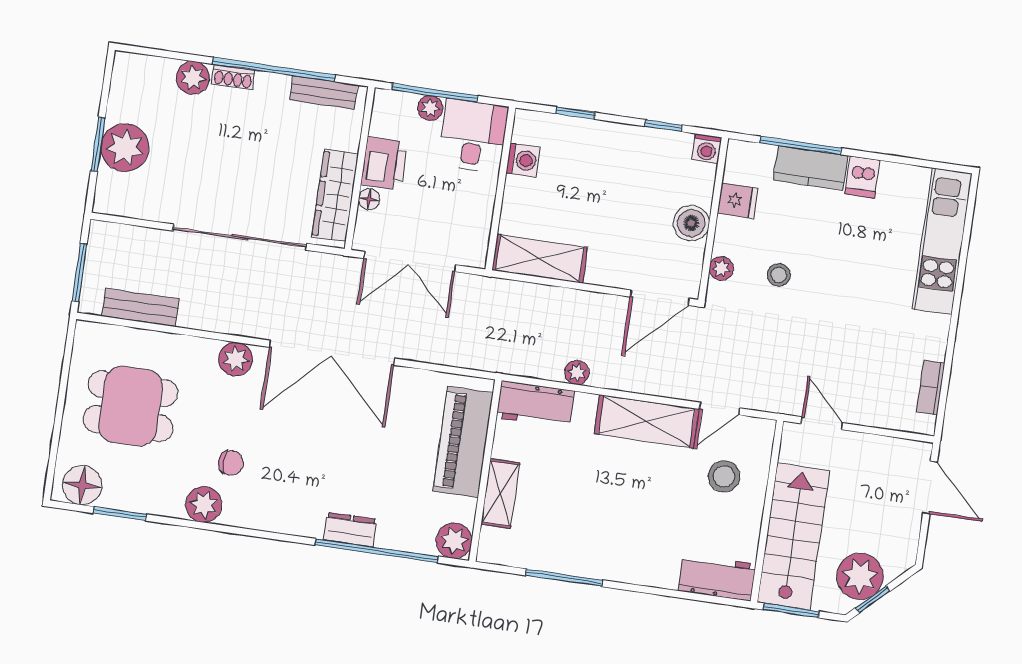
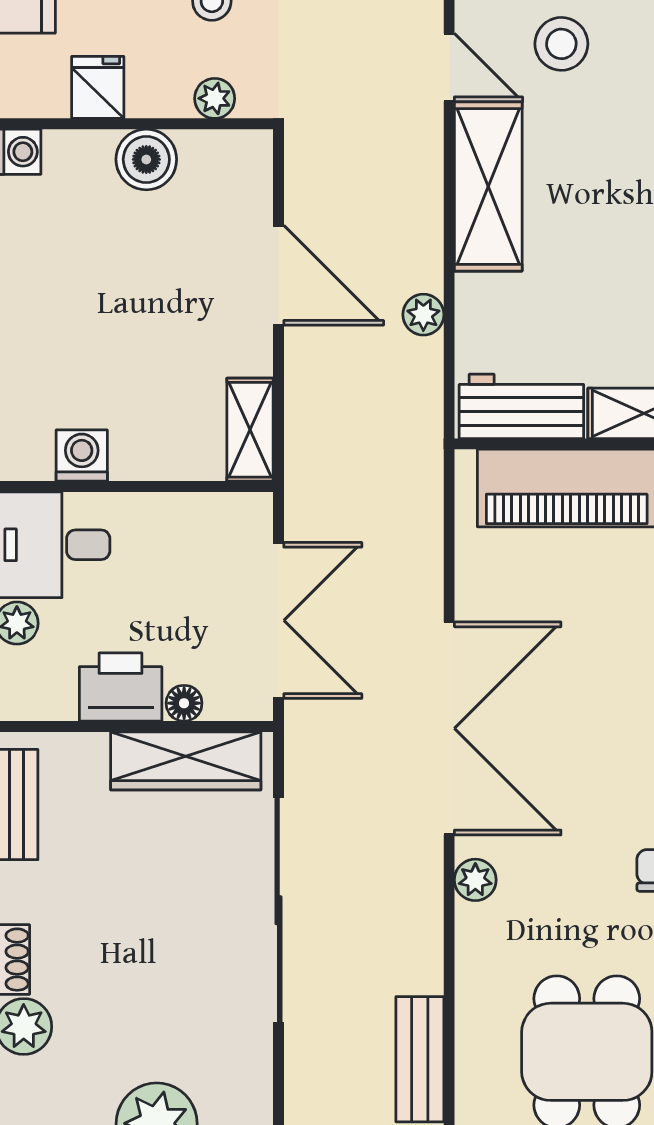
shelving: (540, 259) -> (250, 430), width x0.67, depth x0.75
door: (660, 298) -> (278, 275), moved
plant: (236, 359) -> (475, 880), width x0.73, depth x0.73
workbench: (535, 404) -> (521, 406), moved, turned -90

